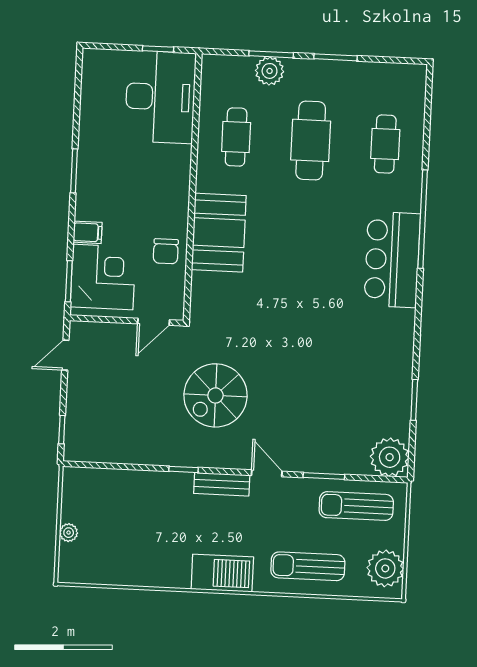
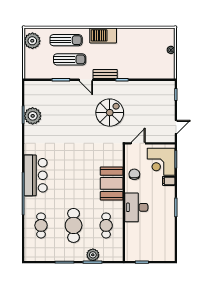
desk: (160, 97) -> (136, 207), moved, width x0.73, depth x0.77
plant: (390, 457) -> (33, 116), moved
sun lounger: (356, 506) -> (70, 59), moved

